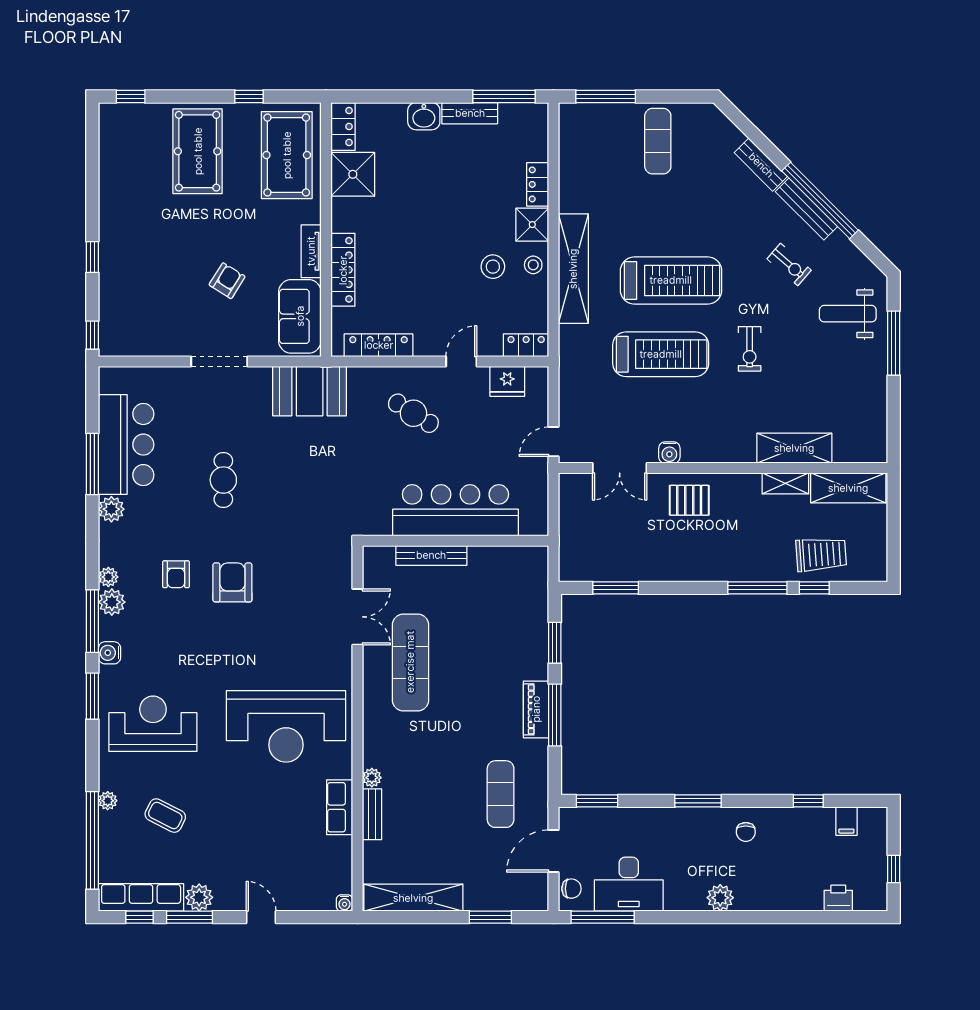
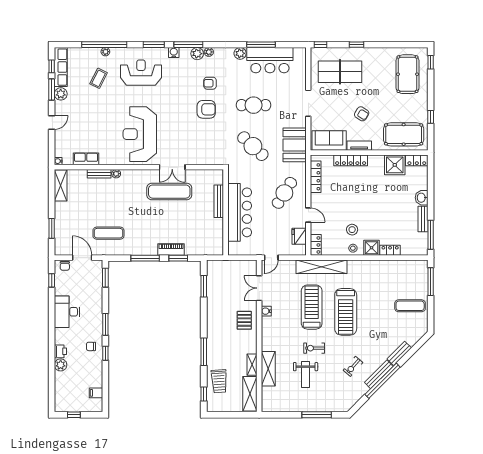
pool table: (198, 151) -> (408, 74), moved, turned 90
shelving: (573, 269) -> (322, 267), moved
armchair: (227, 281) -> (362, 114), moved
table tennis table: (151, 293) -> (340, 72), added
weight bench: (848, 314) -> (306, 375), moved, turned 180
treadmill: (661, 354) -> (312, 307), turned 180
cafe table: (413, 413) -> (284, 193), width x1.37, depth x1.35
door: (554, 442) -> (271, 258), swing flipped
cafe table: (223, 480) -> (254, 105), width x1.37, depth x1.35
cafe table: (312, 481) -> (253, 146), added
window: (814, 588) -> (204, 394), moved
double door: (357, 617) -> (172, 167), moved
piano: (536, 709) -> (171, 250), moved
reception desk: (153, 724) -> (141, 73), turned -90
window: (808, 801) -> (105, 353), moved
row of seats: (340, 807) -> (86, 159), moved
window: (92, 840) -> (104, 45), moved
desk: (629, 884) -> (67, 312), moved
shelving: (413, 898) -> (61, 186), width x0.68
plant: (720, 898) -> (61, 365), moved
printer: (838, 898) -> (60, 351), moved
window: (603, 917) -> (52, 280), width x0.46

